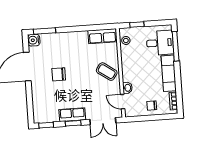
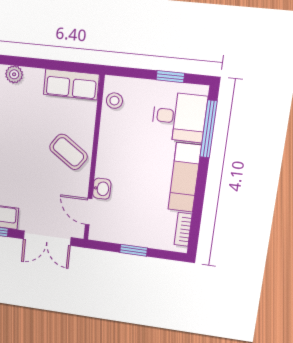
window: (137, 25) -> (170, 77), moved
plant: (72, 36) -> (14, 74), added
chair: (152, 106) -> (141, 229), removed
window: (150, 118) -> (134, 250), added

